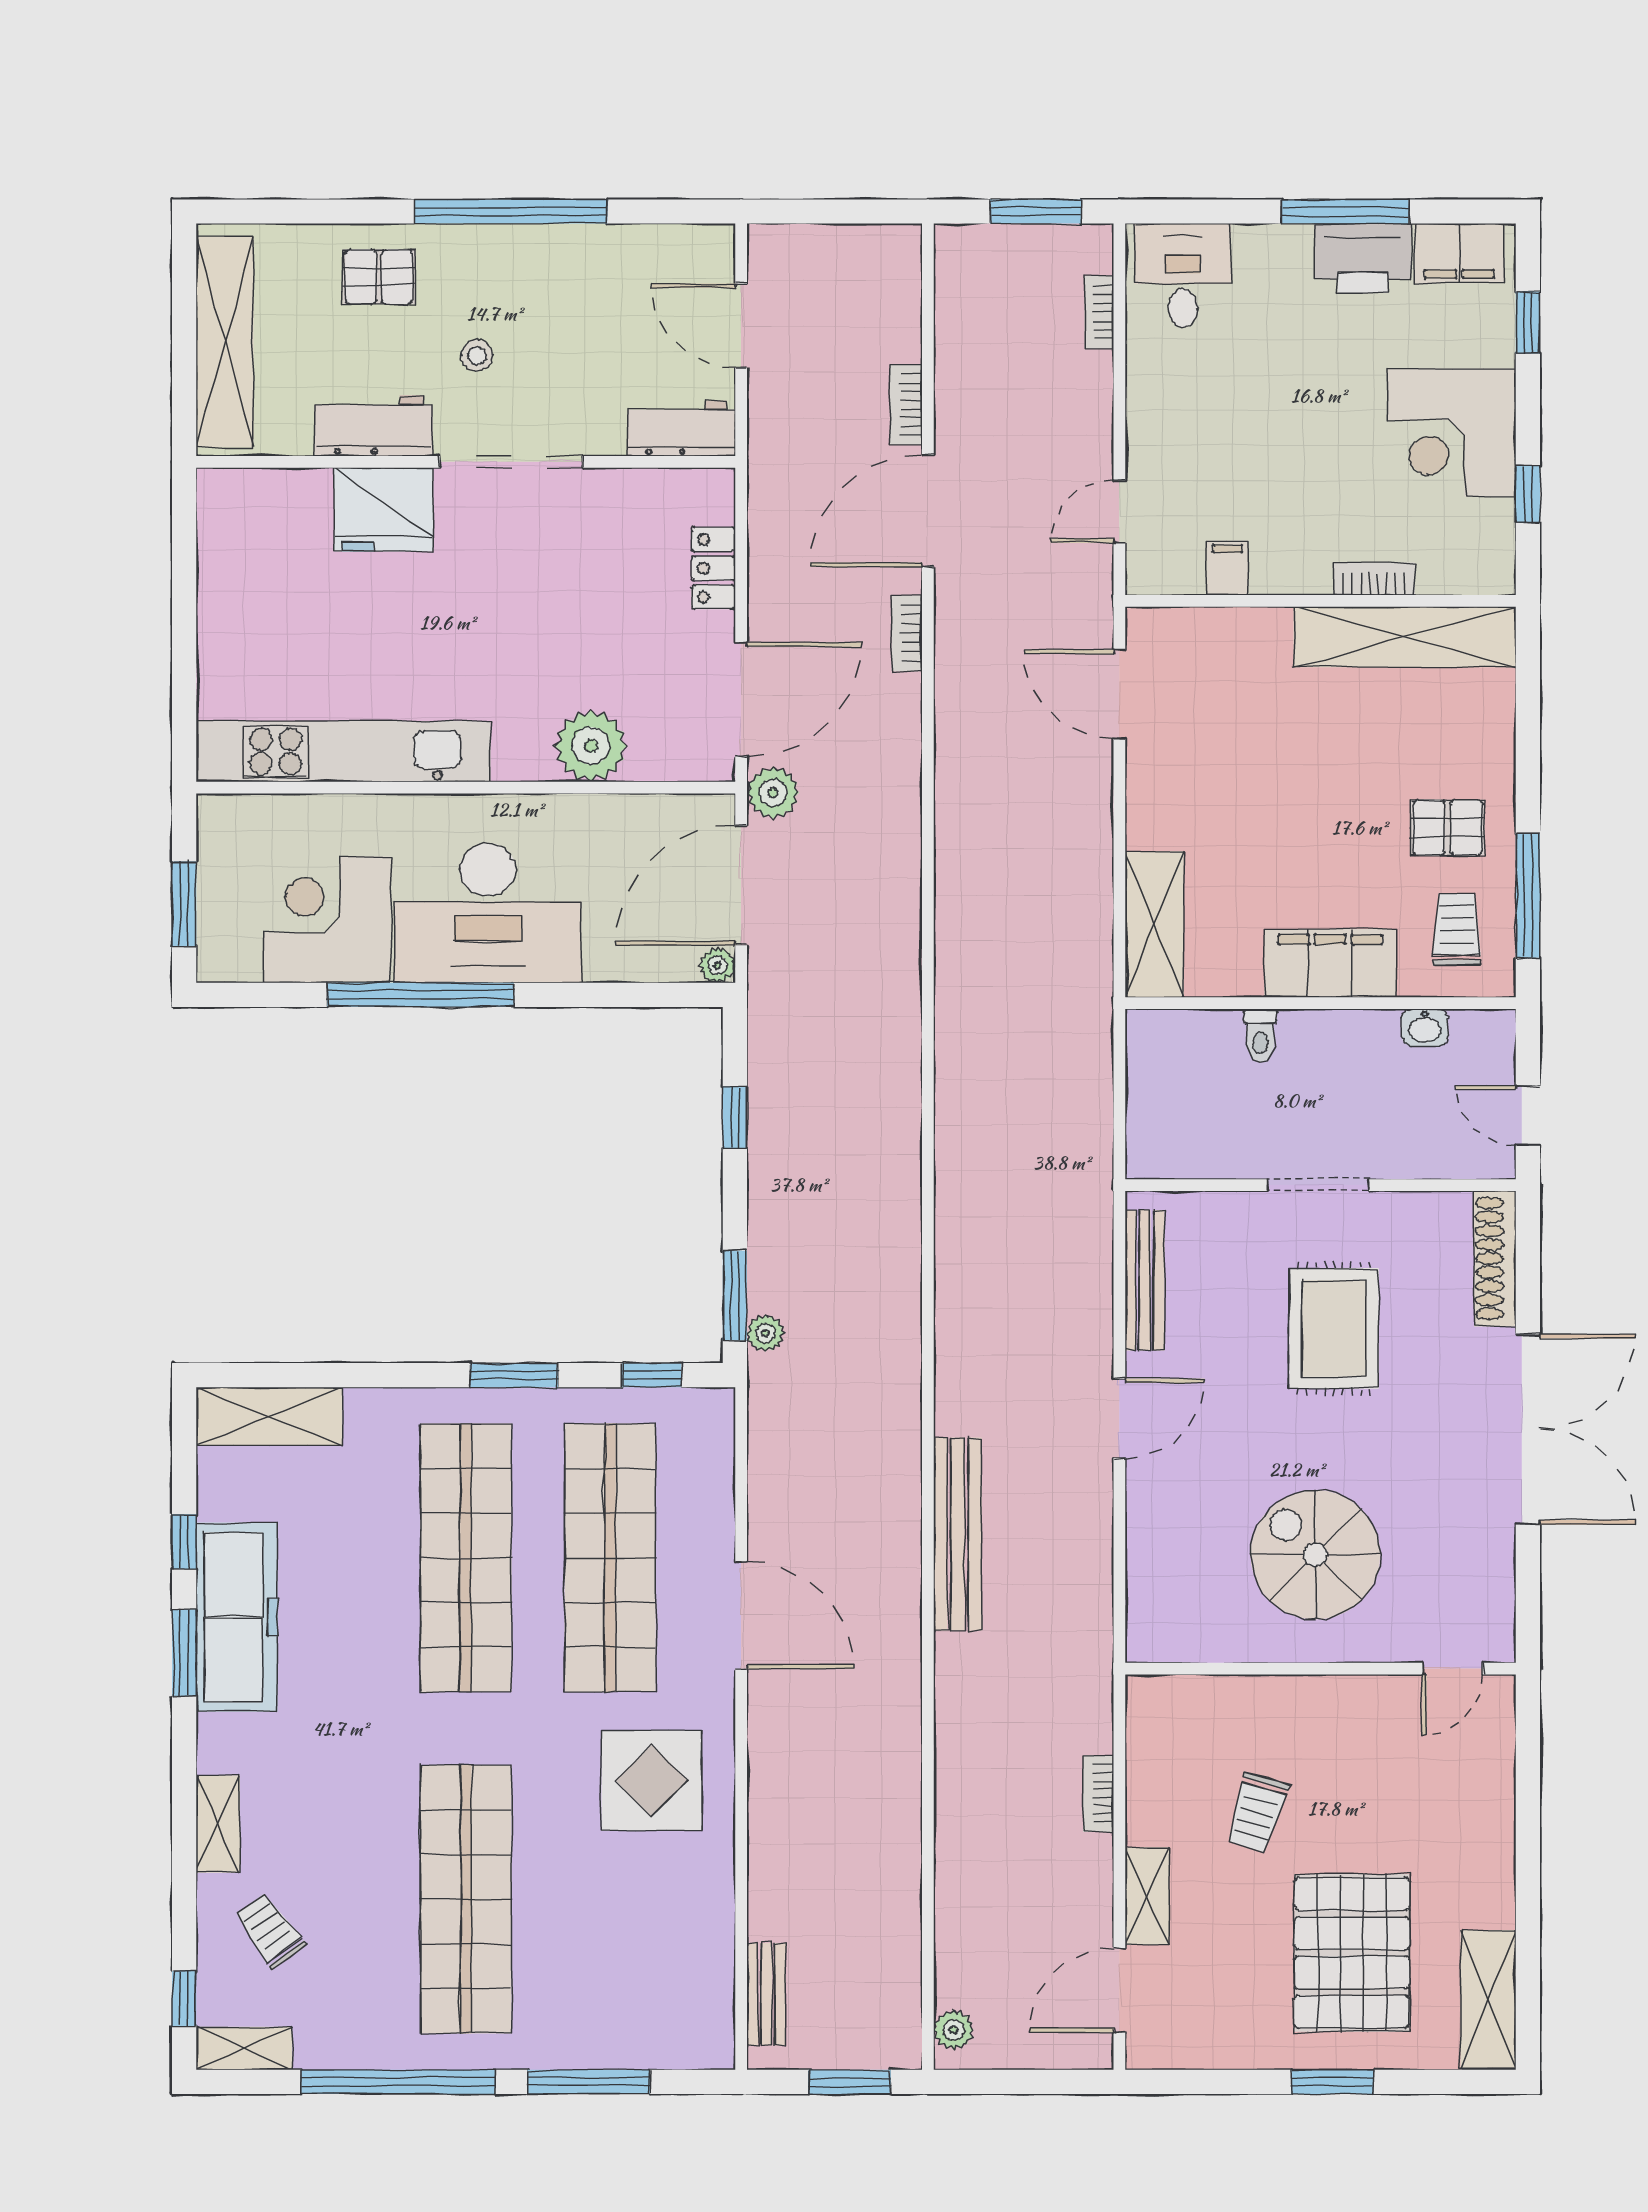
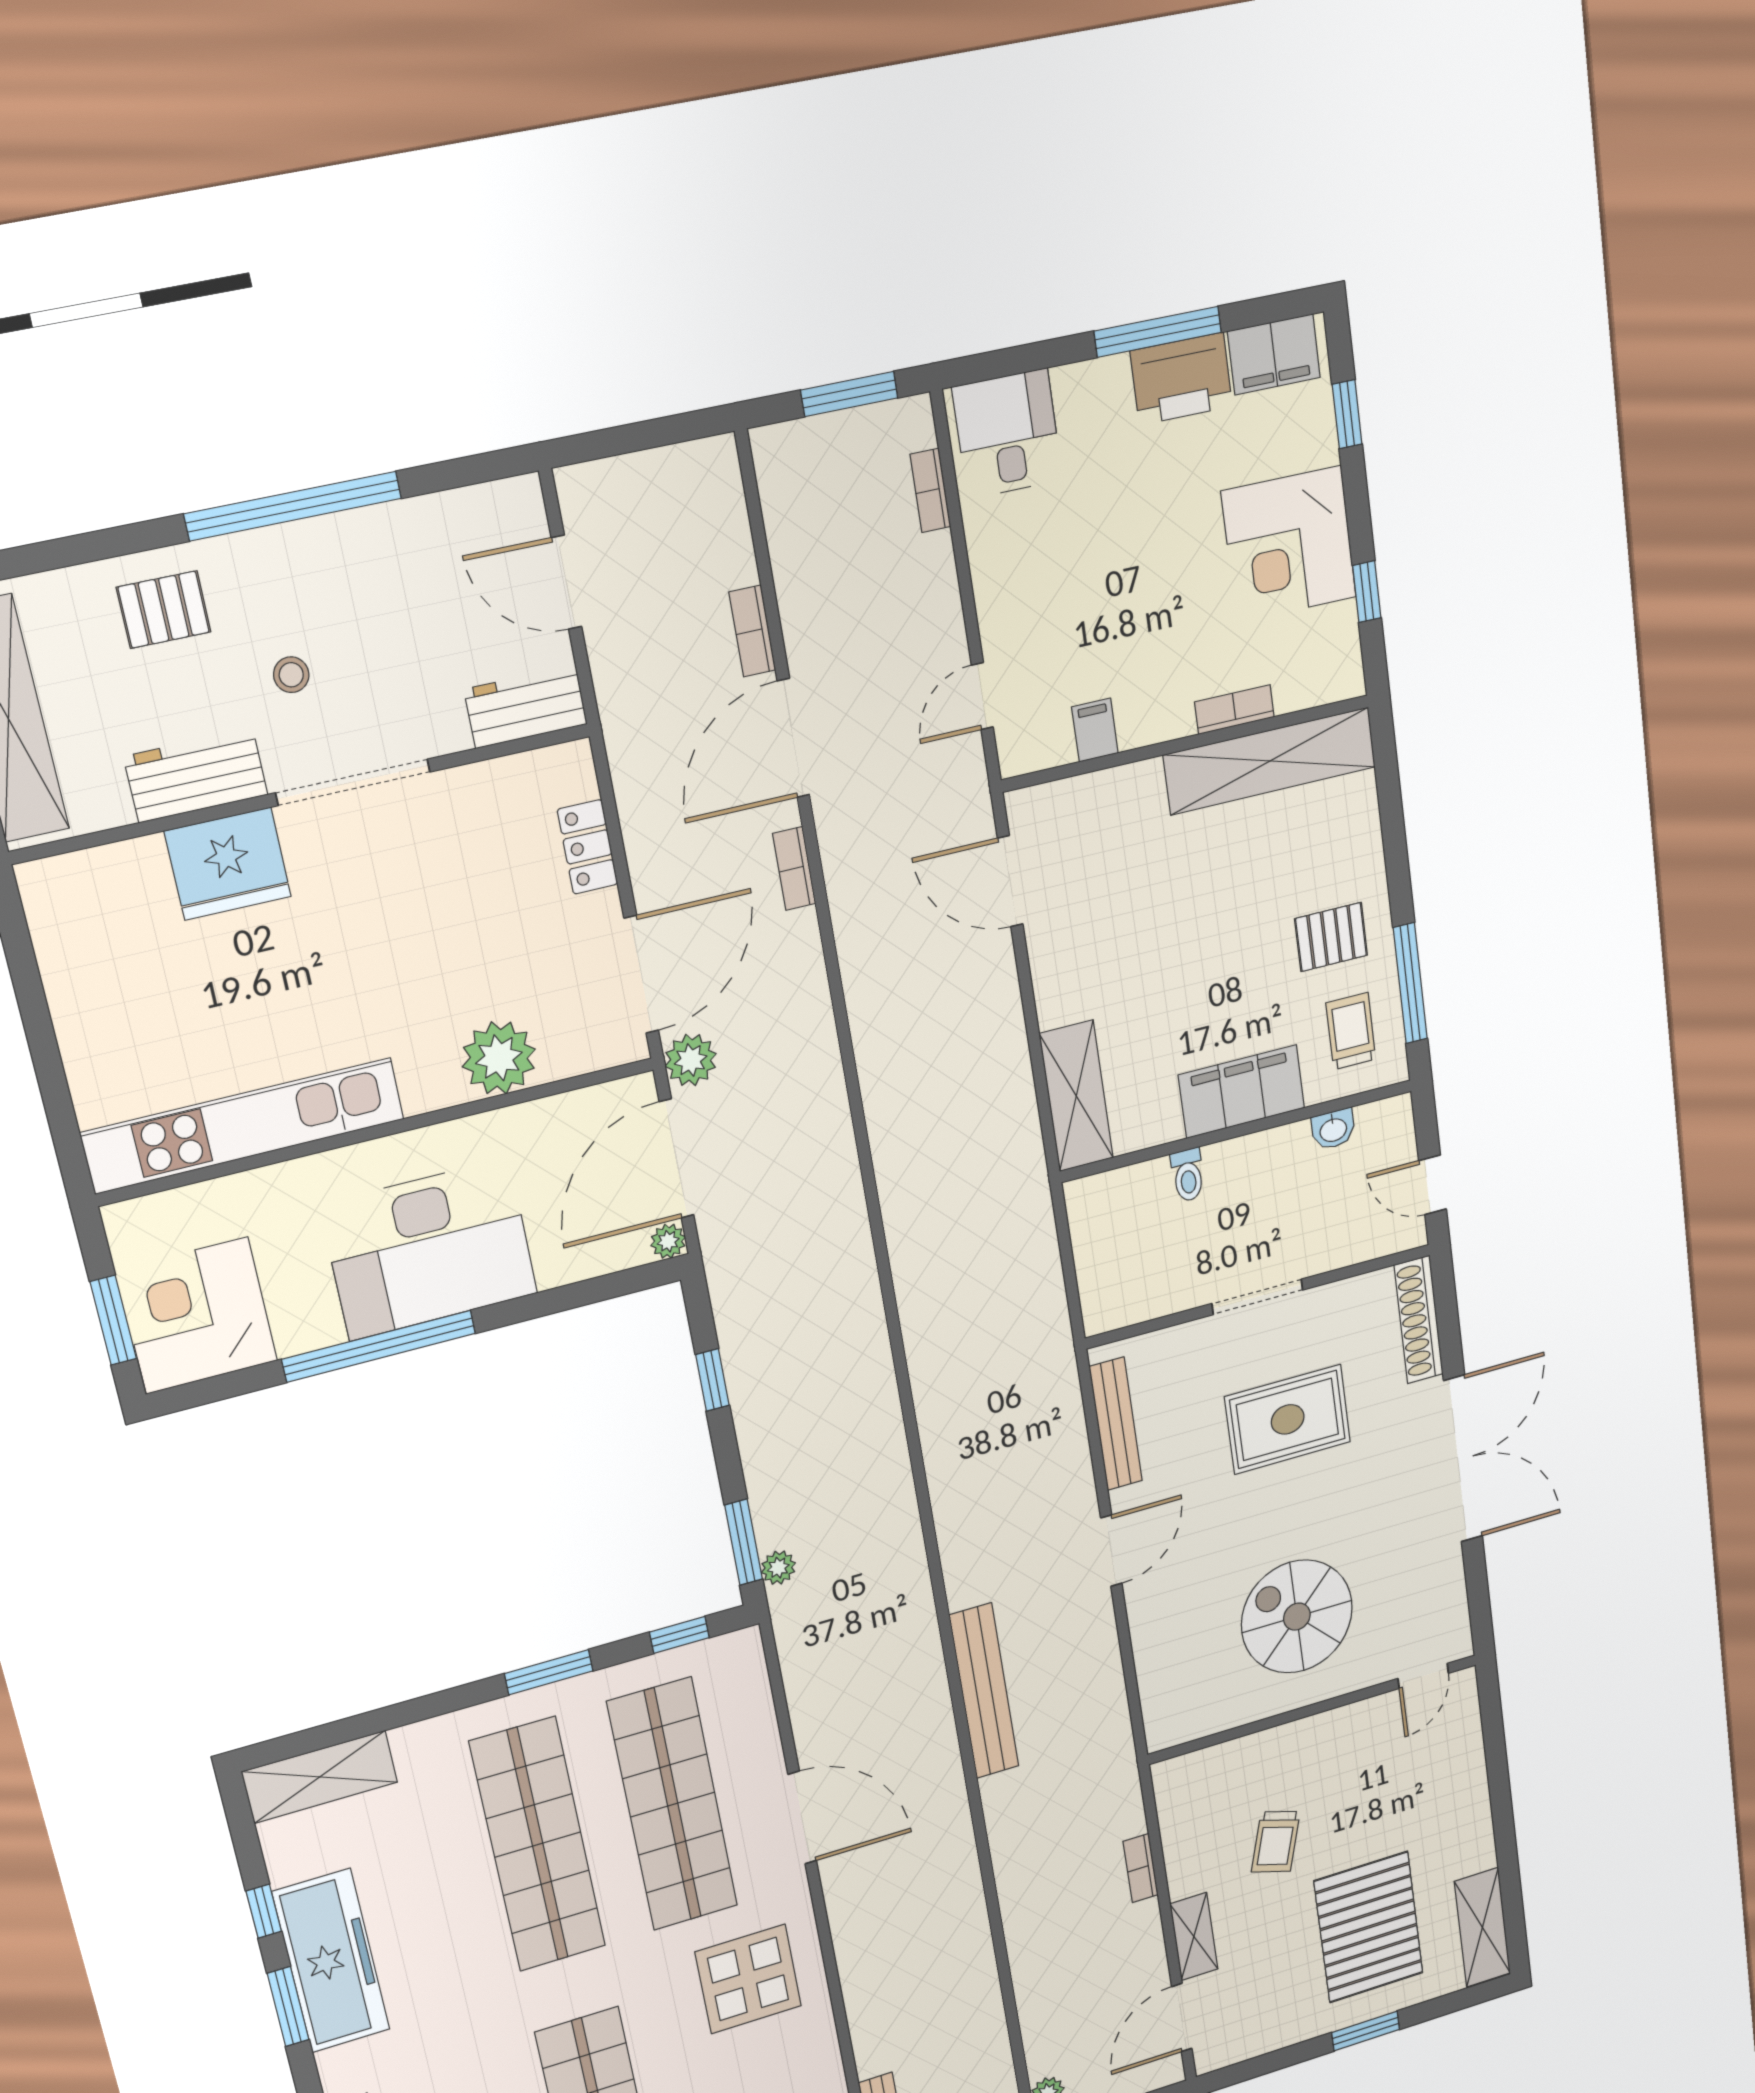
corner desk: (327, 920) -> (197, 1316), moved
rug: (1334, 1328) -> (1288, 1419), turned 90

